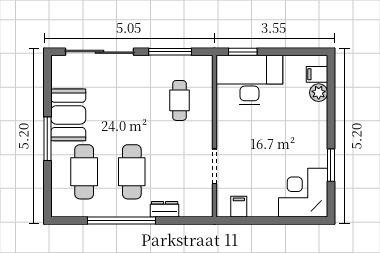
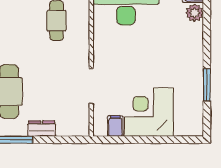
corner desk: (303, 193) -> (149, 112), moved

